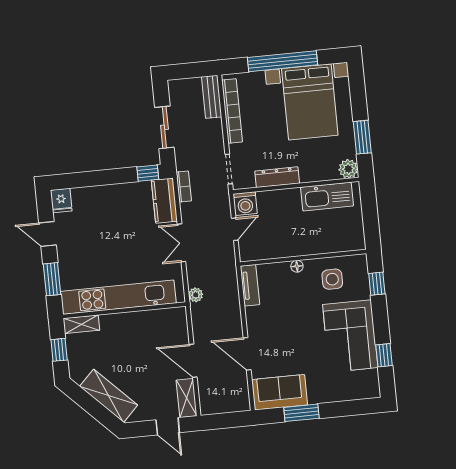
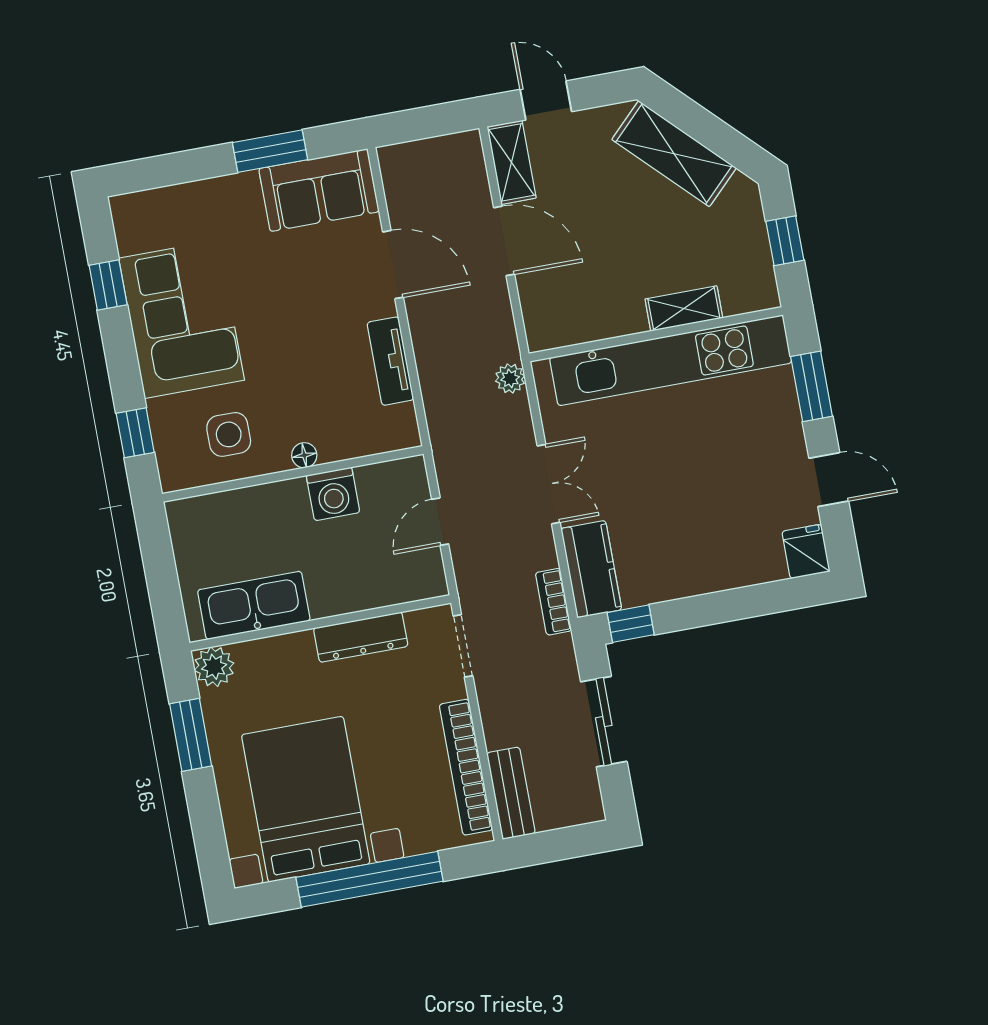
washing machine: (245, 204) -> (333, 494), moved, turned 180
tv unit: (250, 285) -> (390, 361), moved
shelving: (81, 324) -> (684, 309), moved

